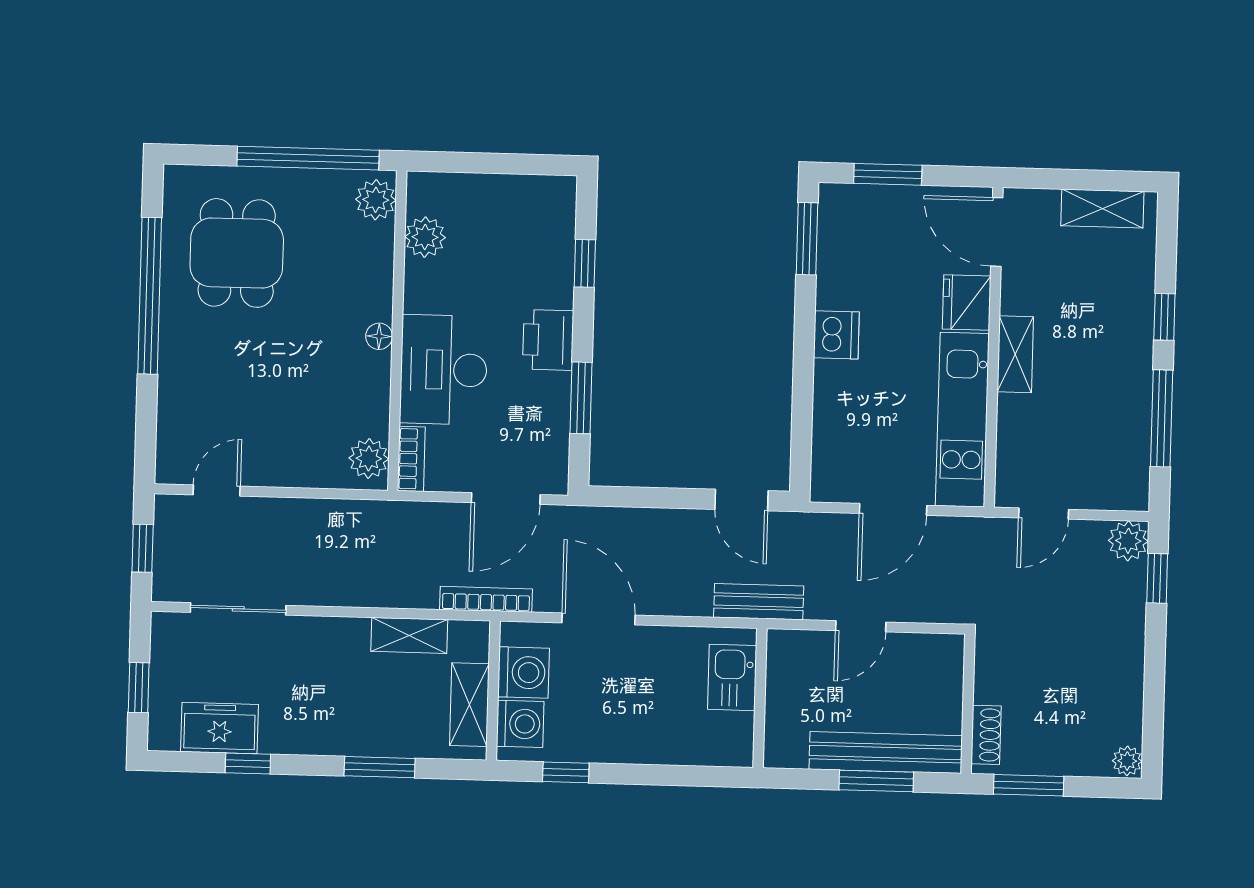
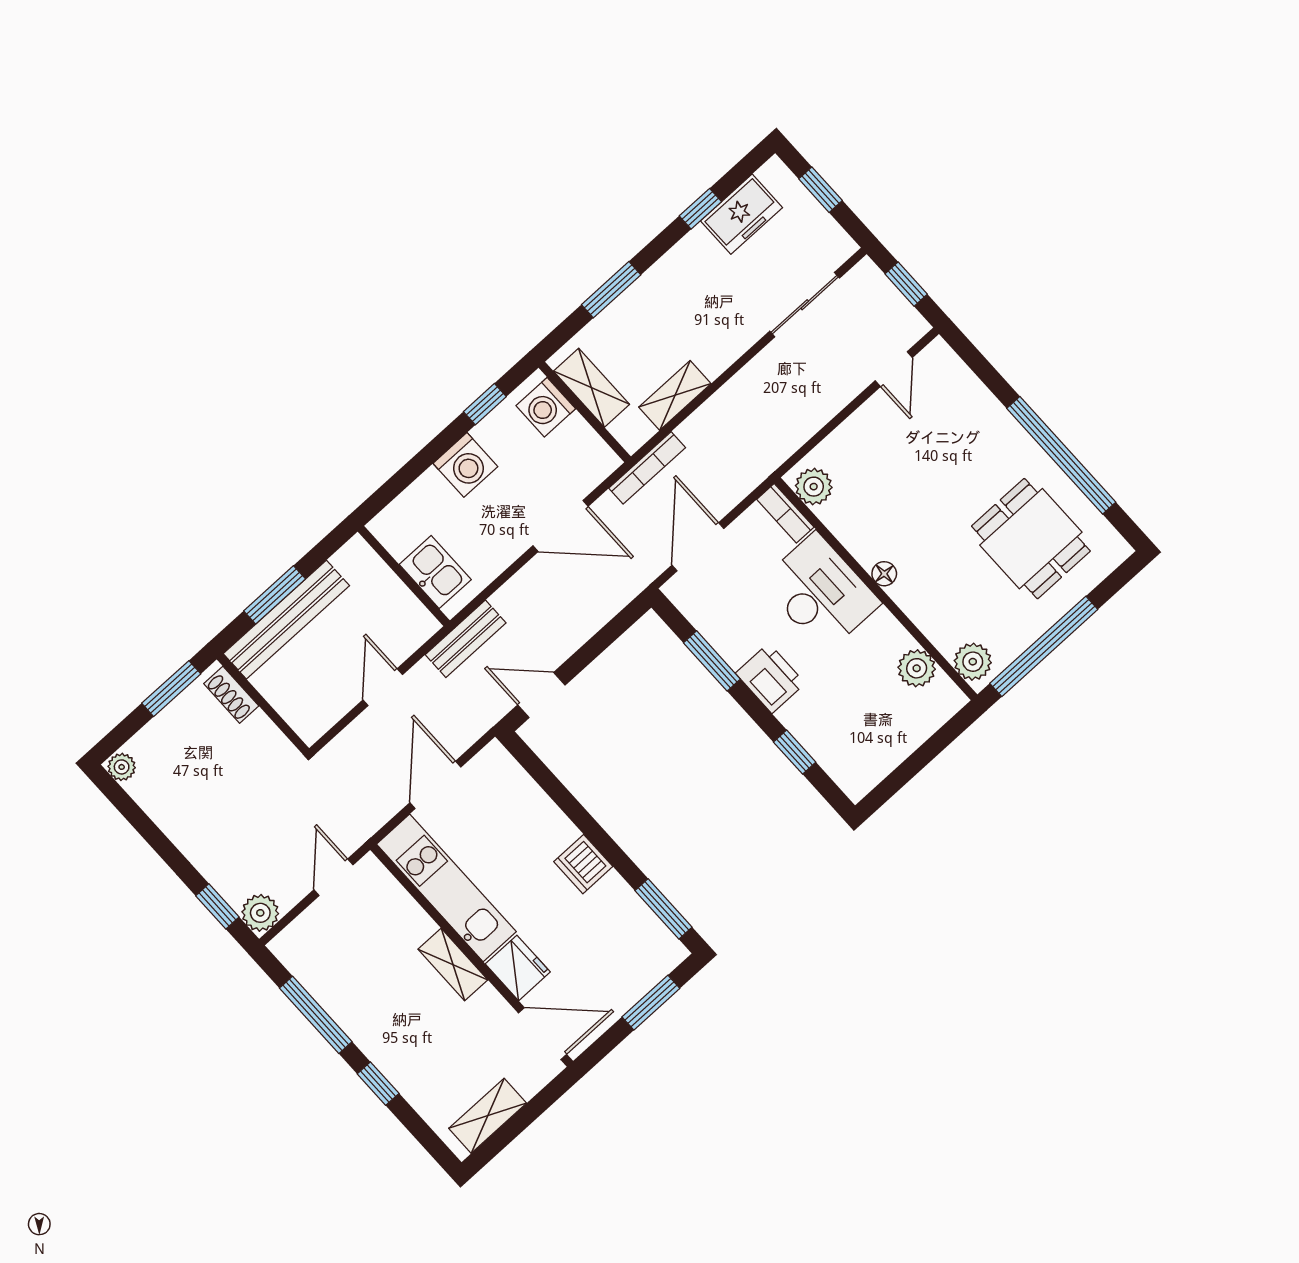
washing machine: (524, 672) -> (465, 465), moved, turned -90

